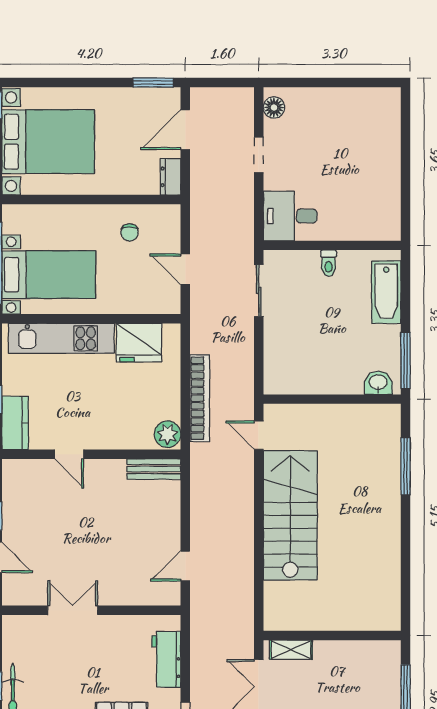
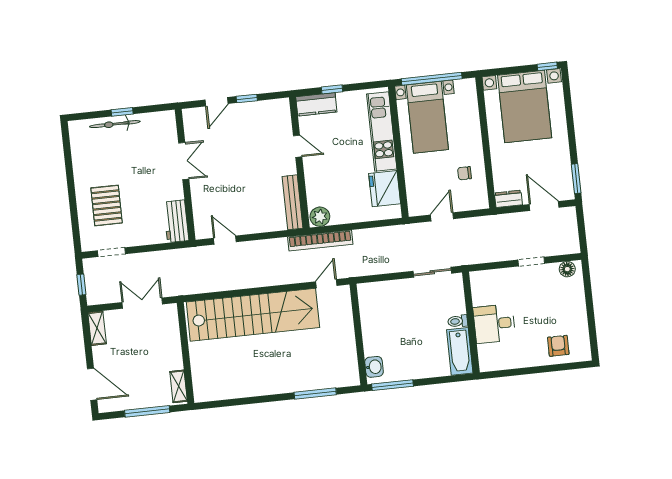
armchair: (376, 131) -> (558, 346), added
desk: (290, 216) -> (494, 324), moved, turned -90
bathtub: (386, 292) -> (460, 351), moved, turned -90
bookcase: (200, 398) -> (320, 241), moved
door: (69, 454) -> (298, 146), swing flipped
bench: (154, 469) -> (293, 202), width x1.36
stairs: (290, 515) -> (253, 315), width x1.36
shelving: (291, 650) -> (179, 386), moved
workbench: (166, 659) -> (176, 221), moved, turned -90

